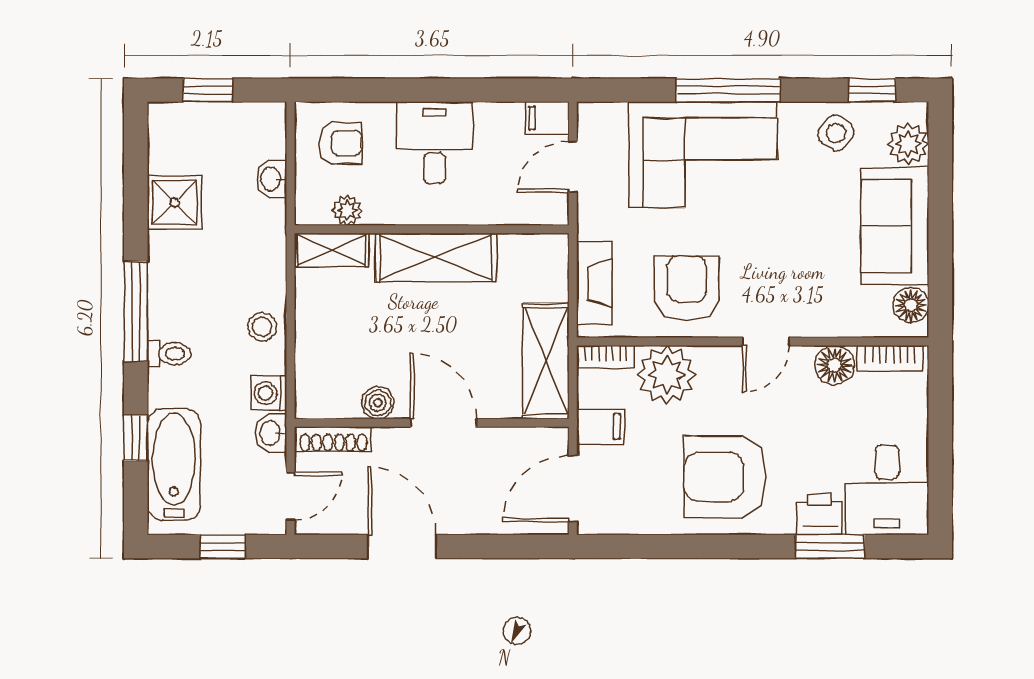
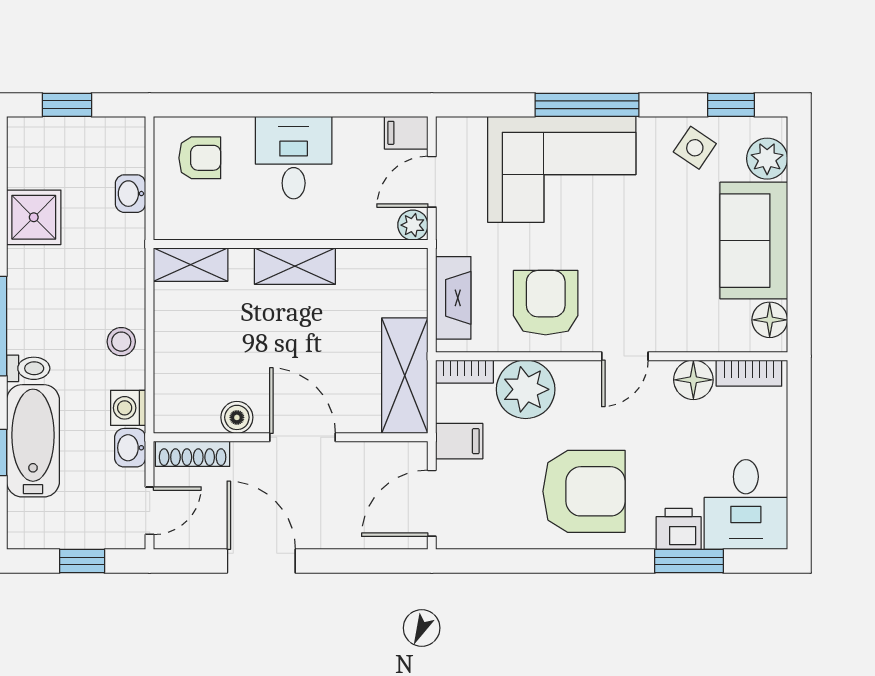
plant: (347, 210) -> (413, 225), moved
shelving: (436, 258) -> (295, 266), width x0.67, depth x0.75
bathtub: (174, 465) -> (33, 441), moved
armchair: (725, 477) -> (584, 491), turned 180

